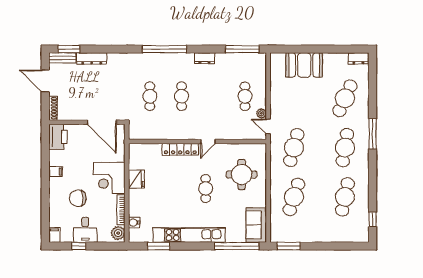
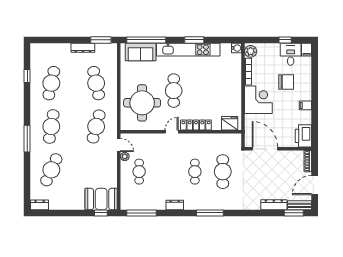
window: (164, 49) -> (210, 213), width x0.68
window: (289, 49) -> (101, 213), added
booth: (304, 65) -> (101, 199), moved
door: (45, 81) -> (315, 185), swing flipped
cafe table: (150, 96) -> (223, 172), width x1.37, depth x1.35
round table: (242, 174) -> (142, 103), width x1.36, depth x1.36
fridge: (136, 179) -> (230, 123), moved, turned 90
cafe table: (206, 188) -> (174, 91), width x1.37, depth x1.35
cafe table: (294, 197) -> (96, 83), turned -30
window: (373, 219) -> (27, 76), moved
water cooler: (134, 223) -> (237, 48), moved
sofa: (256, 225) -> (141, 52), moved, turned 90
desk: (85, 230) -> (291, 54), moved
dresser: (309, 237) -> (83, 48), added
window: (159, 246) -> (194, 40), moved

